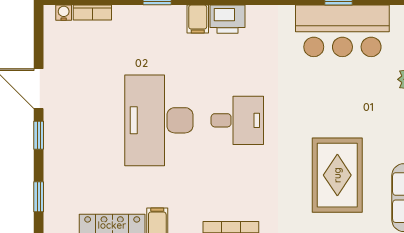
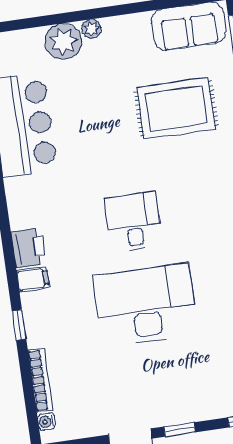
bookcase: (92, 13) -> (40, 380), width x1.56
desk: (159, 120) -> (146, 305), turned 180

